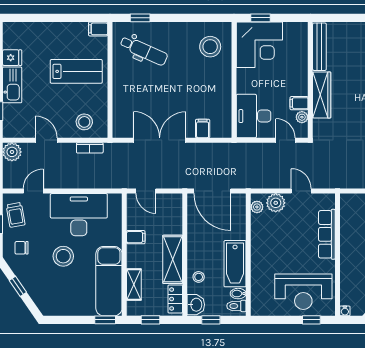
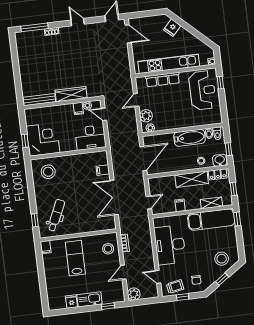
door: (286, 140) -> (104, 114), hinge flipped
kitchen unit: (349, 246) -> (169, 64), added
stool: (63, 256) -> (222, 259), moved

